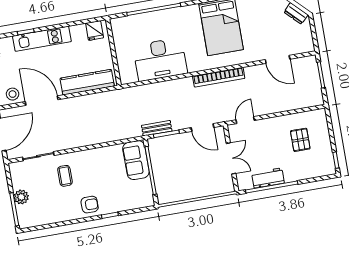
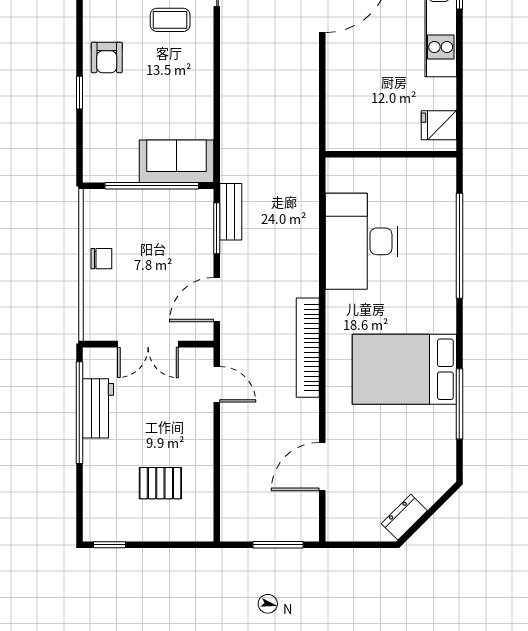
kitchen counter: (87, 82) -> (342, 94), removed
chair: (192, 190) -> (101, 259), added

